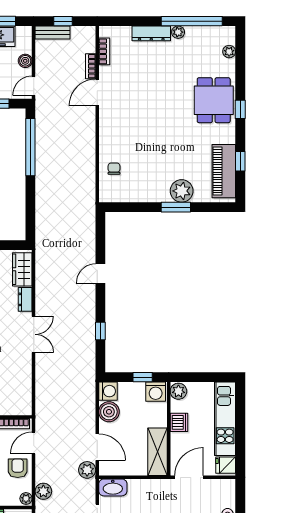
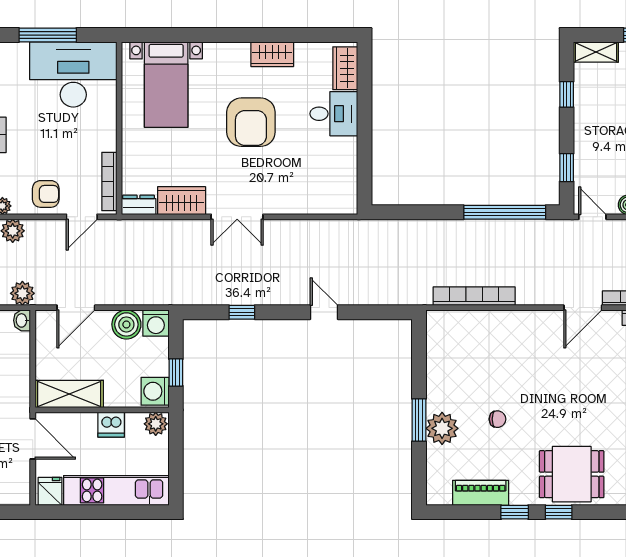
door: (97, 92) -> (583, 308), swing flipped
window: (240, 161) -> (515, 512), moved
bookcase: (89, 168) -> (474, 296), added
chair: (114, 169) -> (497, 419), moved
piano: (224, 171) -> (481, 493), width x0.73, depth x0.75
wardrobe: (22, 269) -> (182, 201), moved
dresser: (25, 299) -> (139, 205), moved
door: (34, 443) -> (82, 217), swing flipped
plant: (87, 470) -> (22, 293), moved
washbasin: (113, 487) -> (22, 320), width x0.52, depth x0.69

